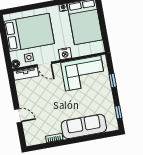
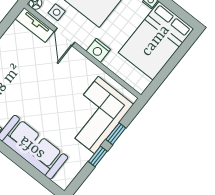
corner sofa: (83, 73) -> (96, 115), moved, turned 90
window: (118, 112) -> (98, 156), moved

